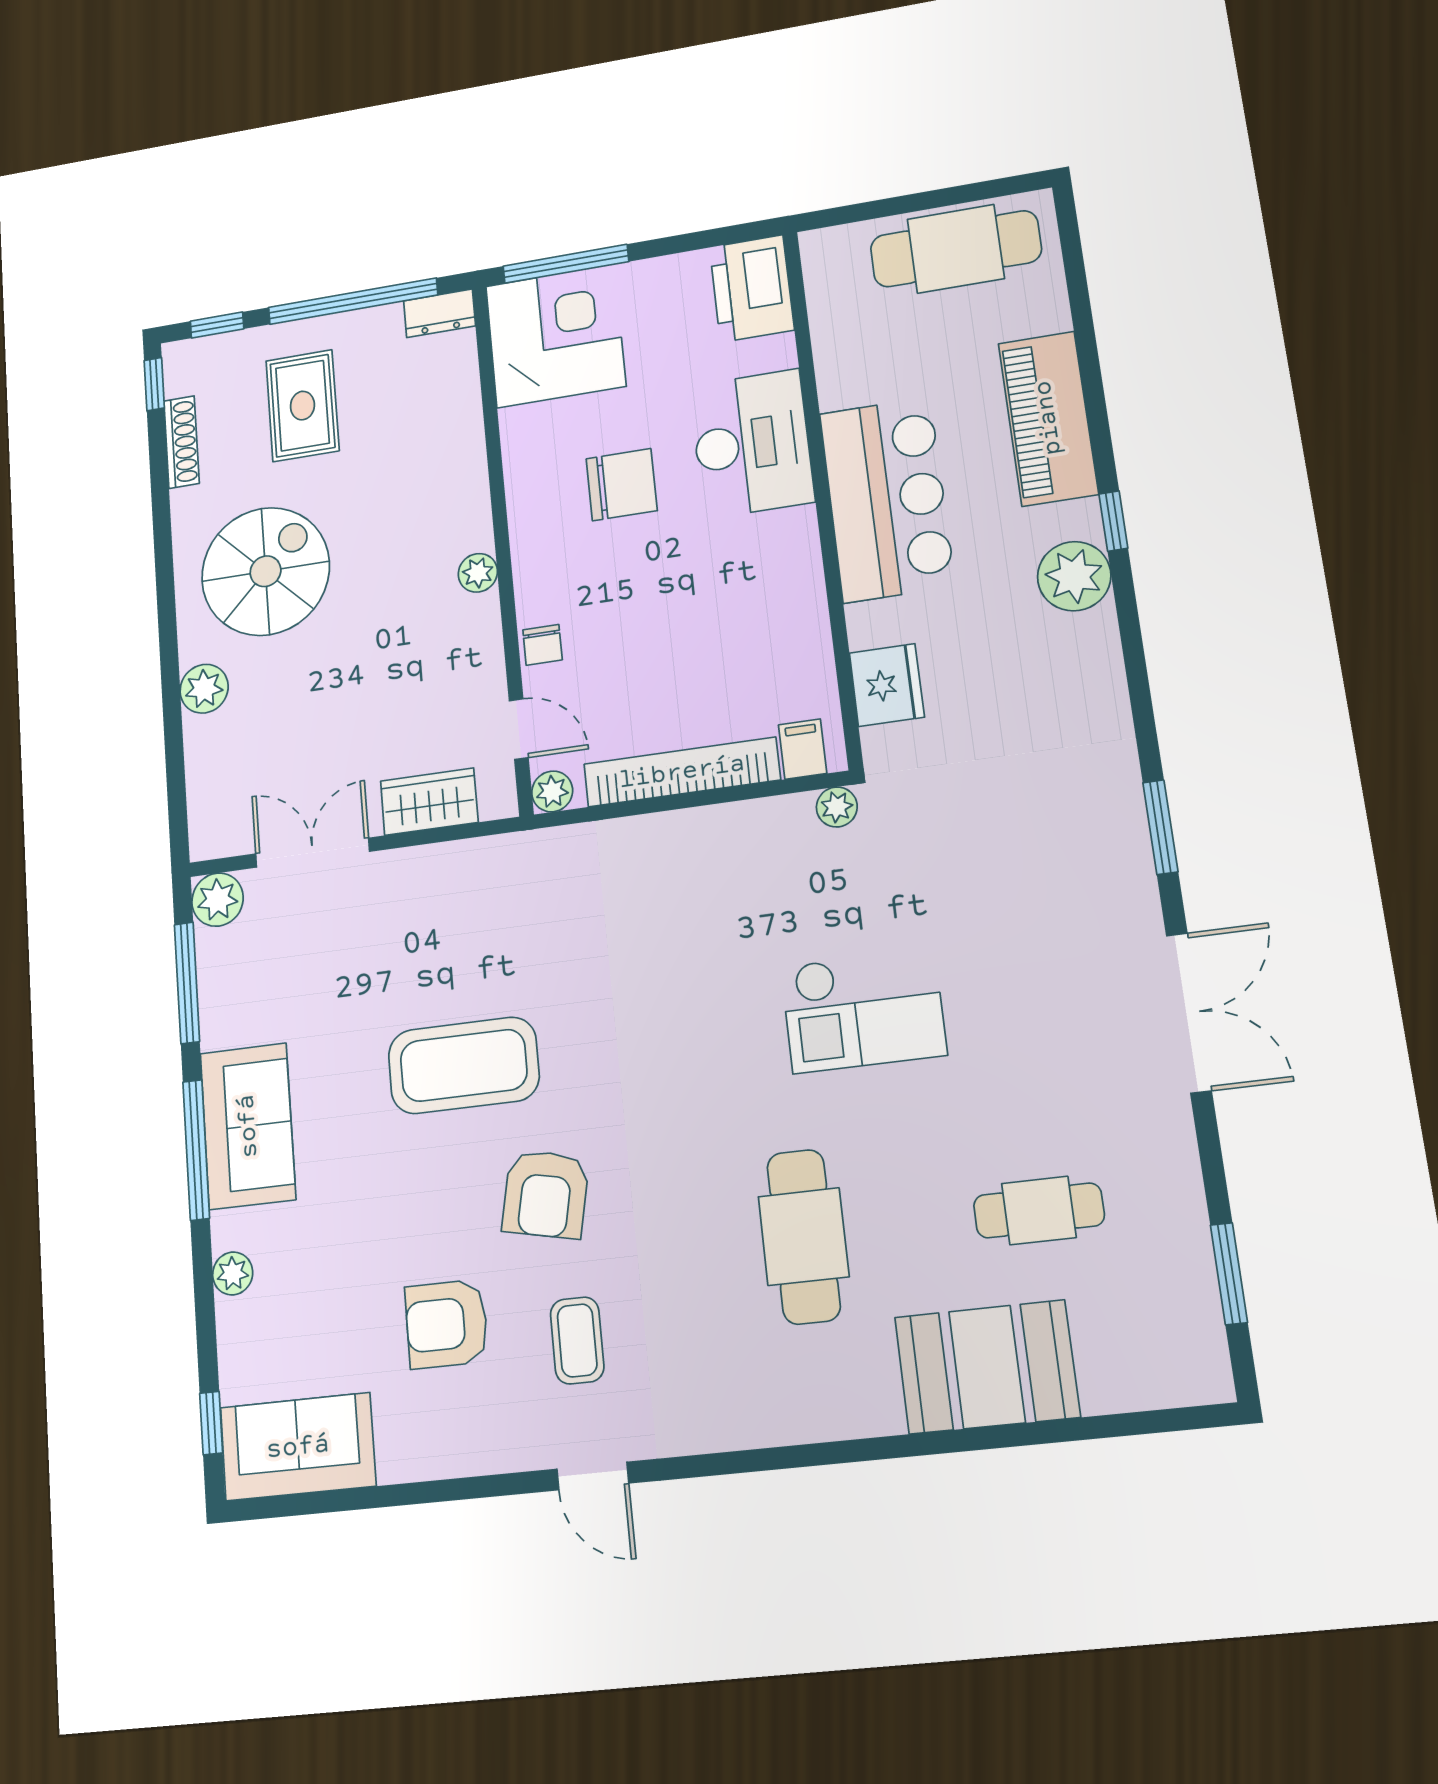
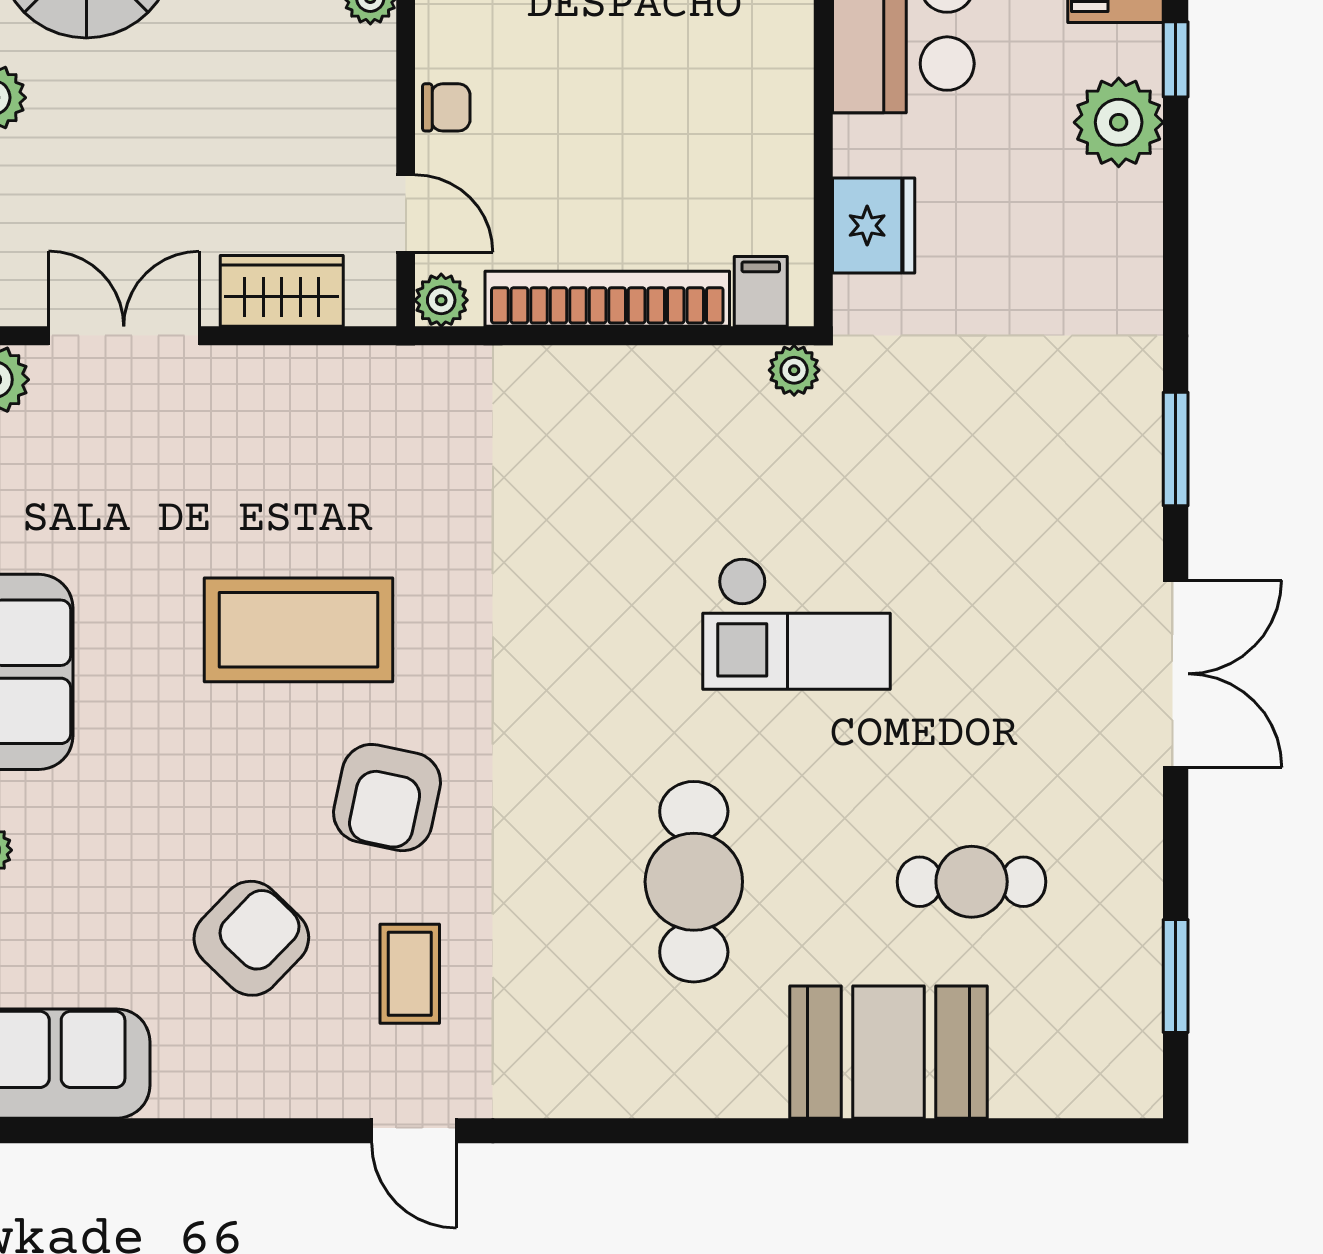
chair: (542, 645) -> (446, 107), turned -90
armchair: (447, 1324) -> (251, 938), turned 134

